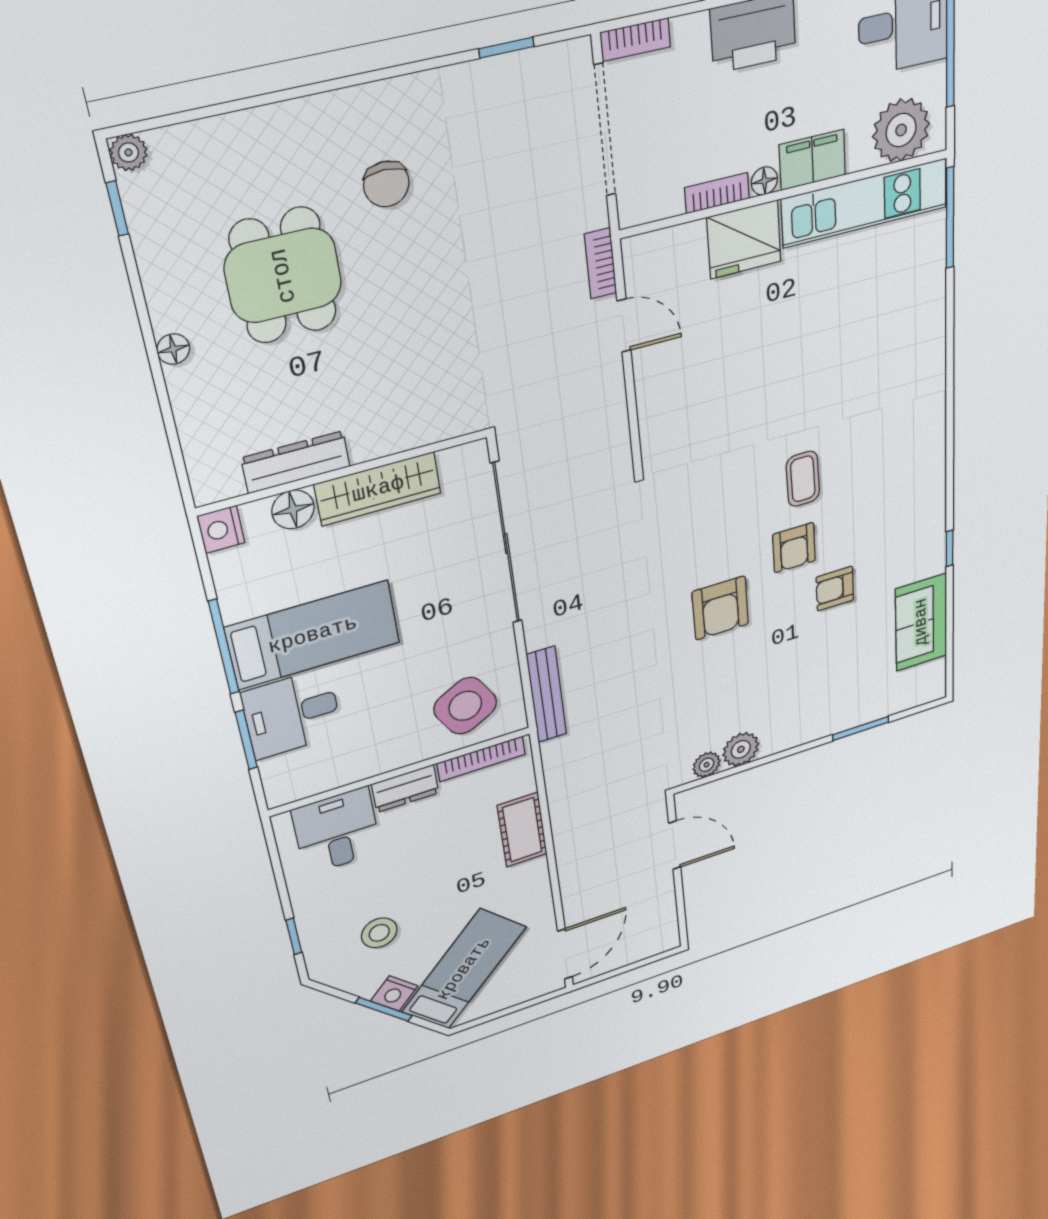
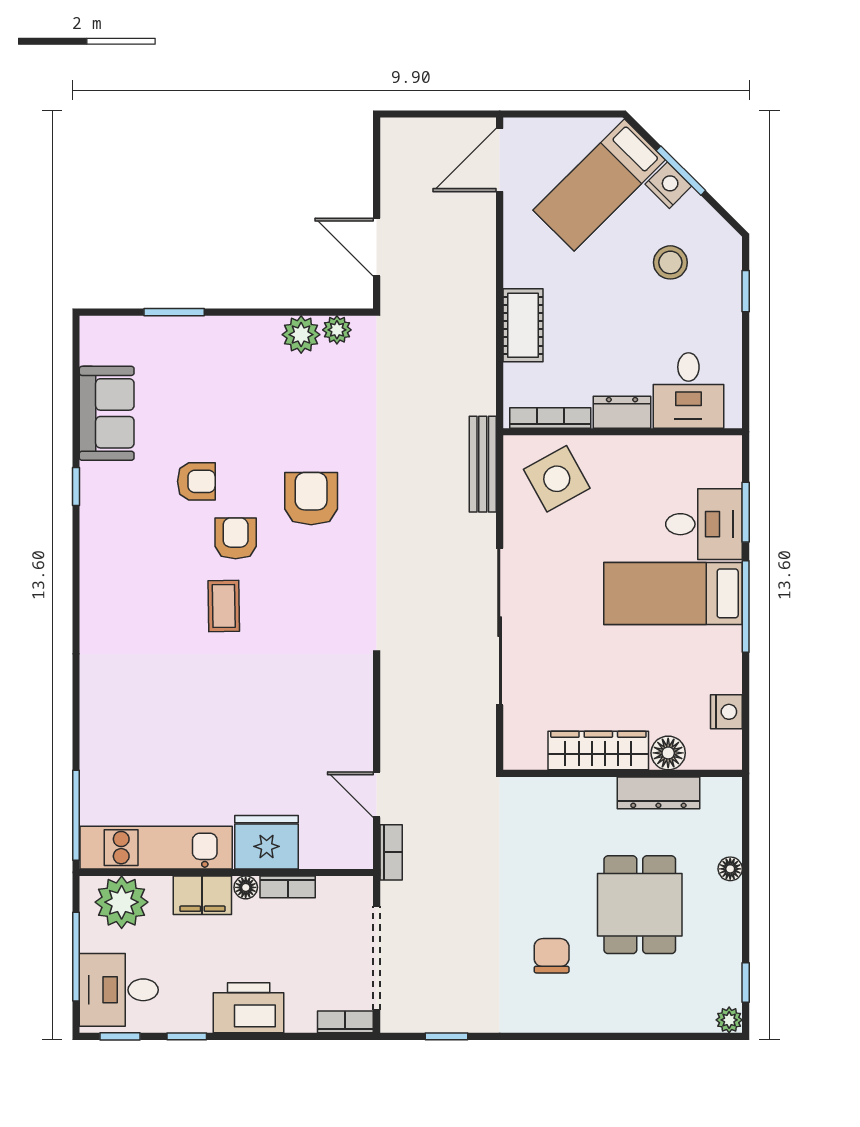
dresser: (296, 462) -> (658, 793), moved
wall: (344, 472) -> (623, 773), moved
wardrobe: (378, 489) -> (598, 751), moved
floor lamp: (293, 509) -> (668, 753), moved

